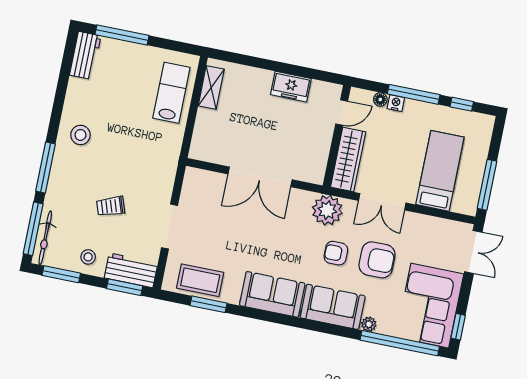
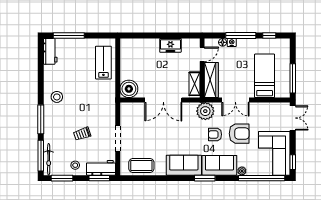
shelving: (211, 88) -> (195, 84), moved
boiler: (205, 146) -> (129, 89), added
window: (209, 304) -> (205, 178), moved

